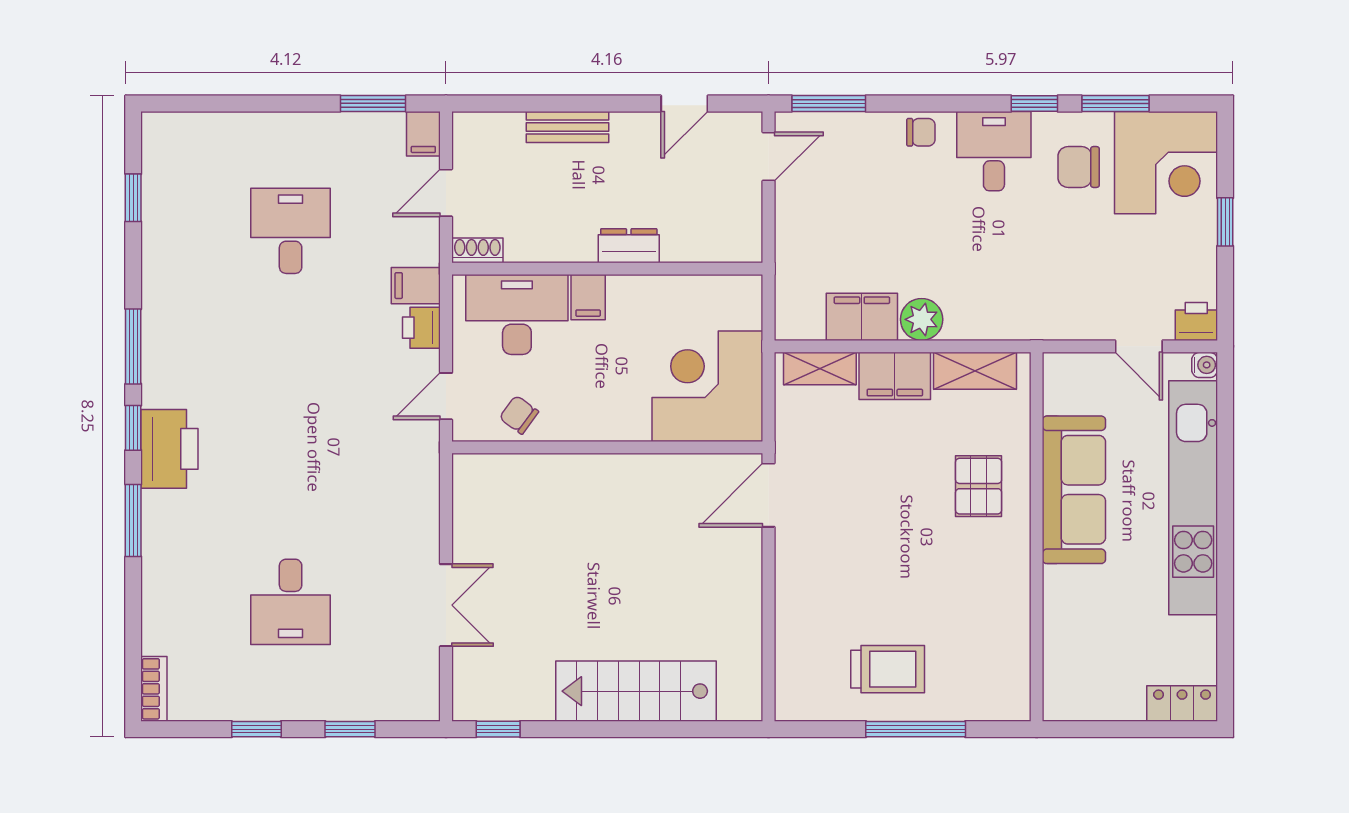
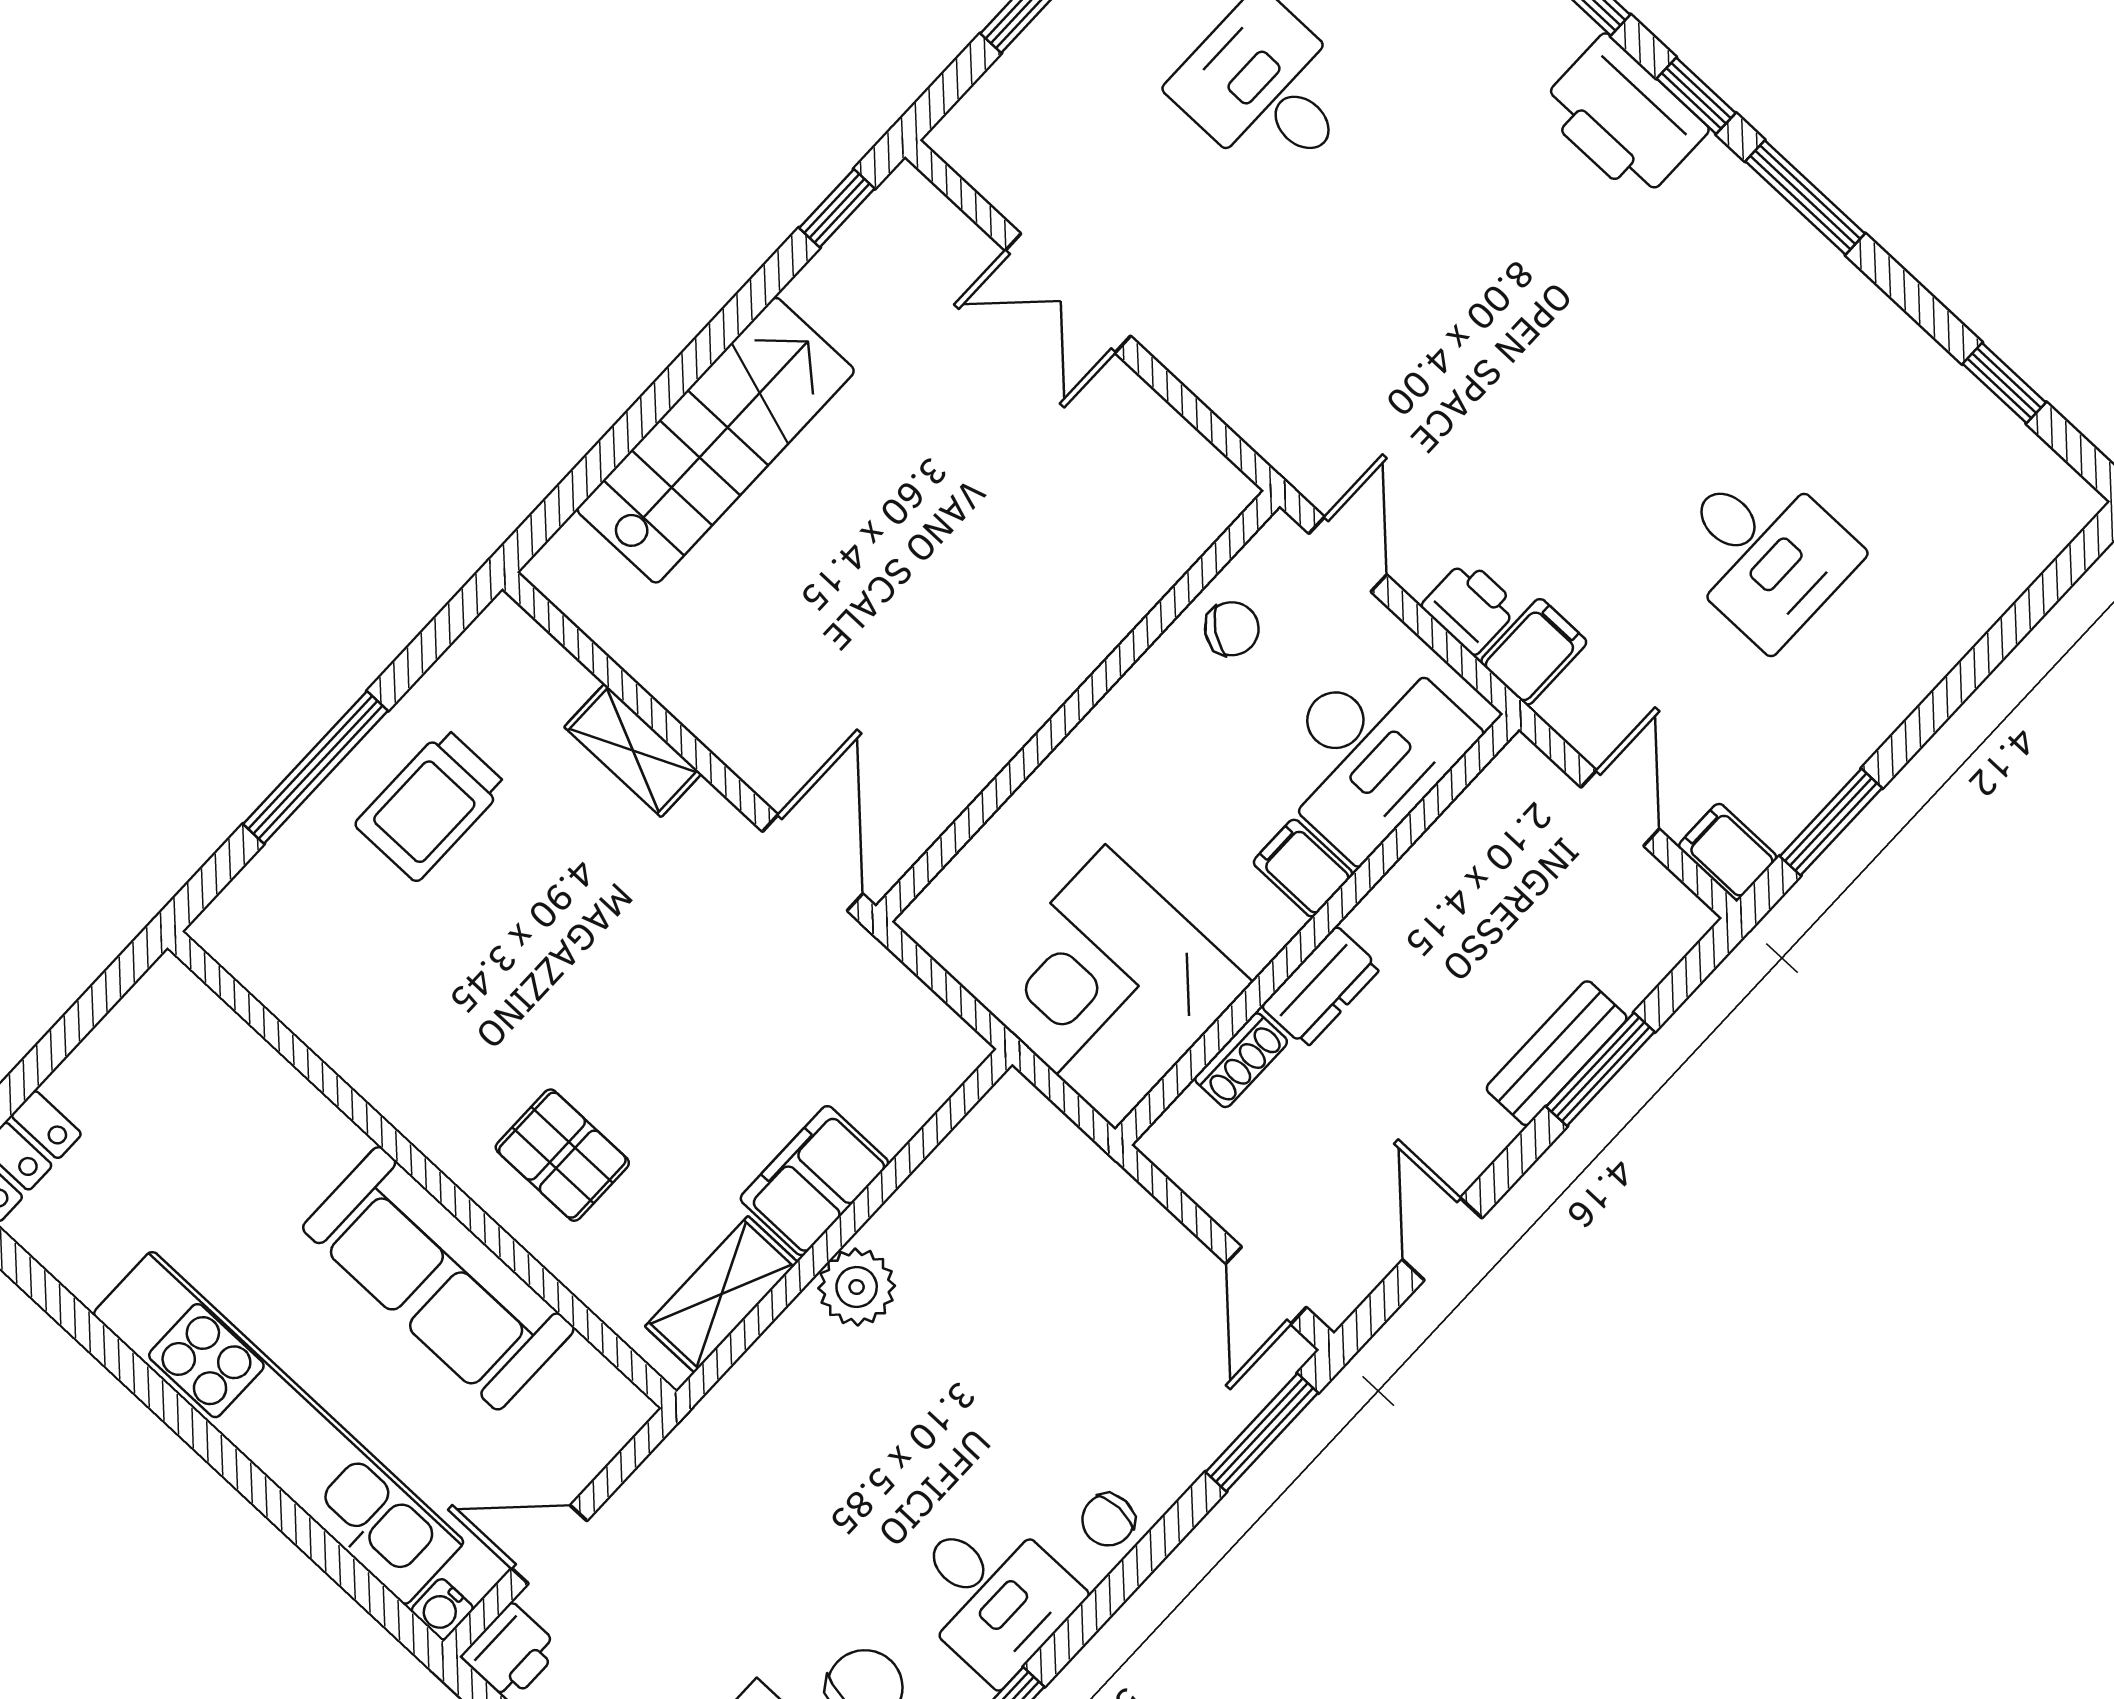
window: (558, 103) -> (1600, 1069), added
shoe rack: (477, 250) -> (1241, 1060), moved
filing cabinet: (862, 317) -> (935, 1210), removed
shelving: (820, 368) -> (633, 750), moved, turned 90
corner desk: (707, 386) -> (1110, 987), moved, turned 180

